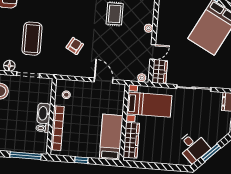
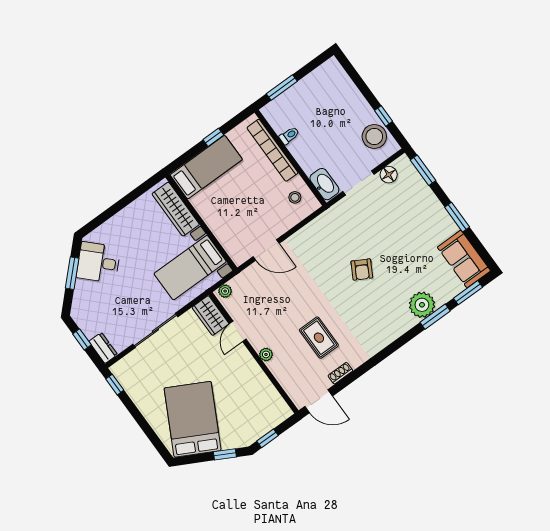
coffee table: (32, 39) -> (389, 228), removed
armchair: (75, 46) -> (362, 269), moved
washbasin: (44, 113) -> (324, 184), moved
bed: (111, 137) -> (206, 167), moved, turned -90
window: (25, 156) -> (282, 87), width x0.69

